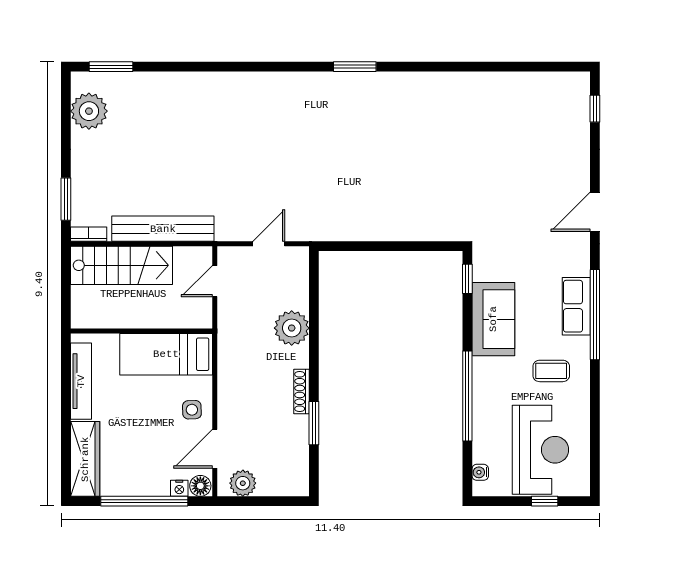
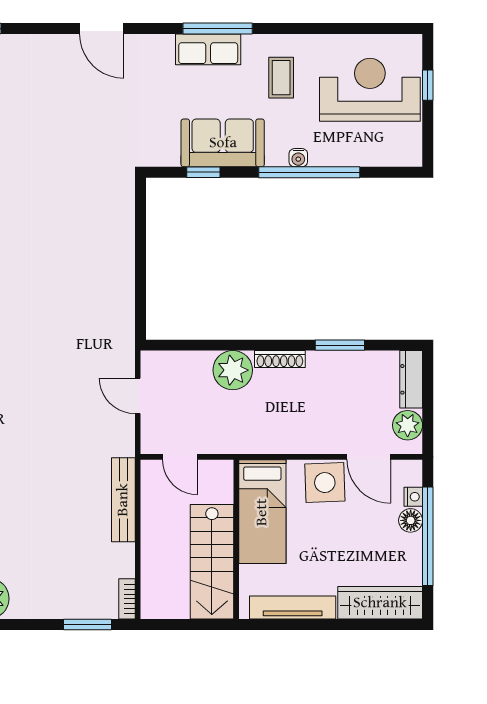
bench: (163, 229) -> (123, 500), width x0.73, depth x0.82
stairs: (122, 265) -> (212, 562), moved, turned 180
window: (467, 279) -> (203, 172), moved
window: (595, 315) -> (218, 29), width x0.68
shoe rack: (301, 392) -> (280, 359), moved
side table: (192, 410) -> (325, 483), width x1.87, depth x1.87
water cooler: (480, 472) -> (298, 158), moved
floor lamp: (200, 486) -> (411, 520), moved
dresser: (283, 486) -> (411, 379), added

